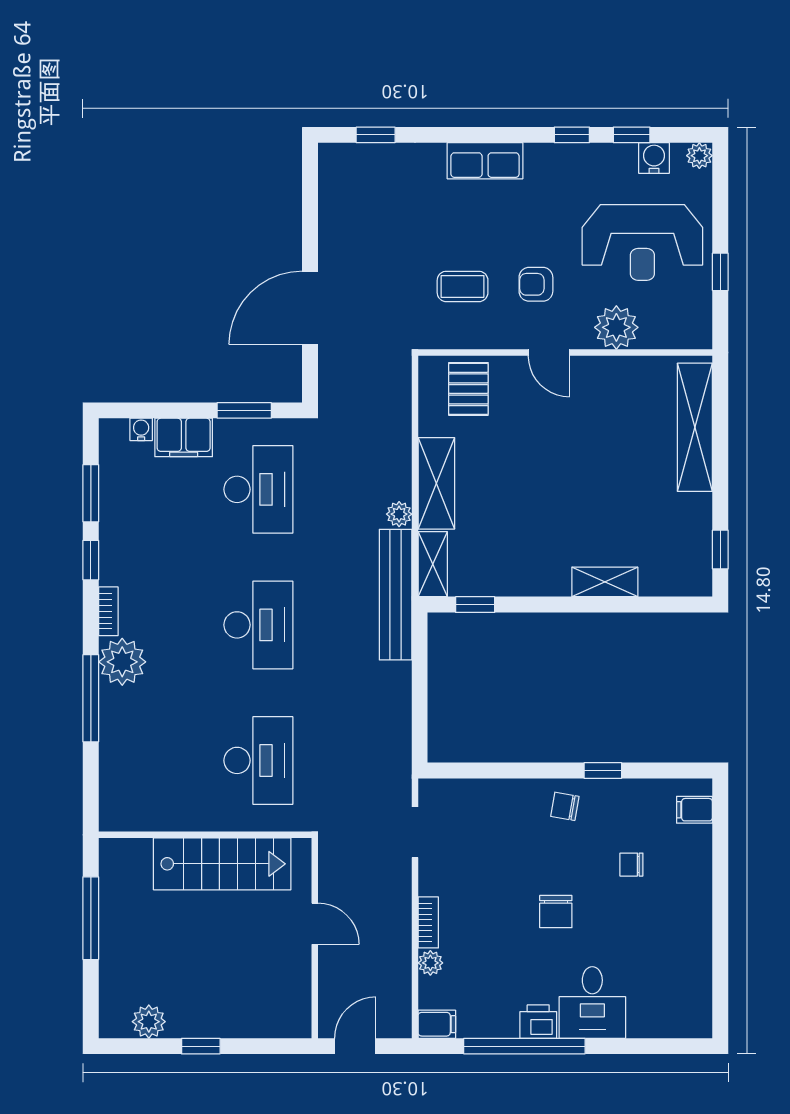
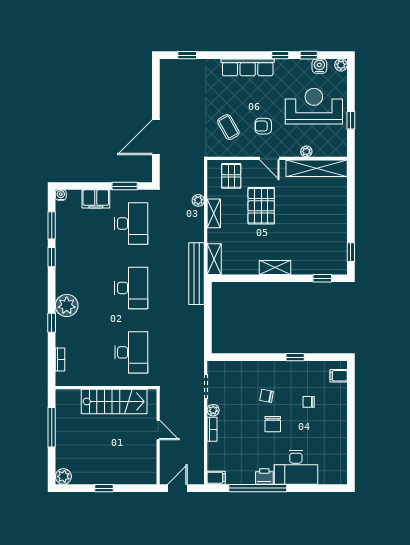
row of seats: (485, 161) -> (248, 67), width x1.48
reception desk: (642, 242) -> (314, 106), turned 180
coffee table: (463, 286) -> (228, 127), turned 61
plant: (616, 327) -> (306, 151), width x0.53, depth x0.53
shelving: (695, 427) -> (317, 168), moved, turned 90
water cooler: (141, 429) -> (61, 195), moved
pallet: (532, 452) -> (261, 206), added
shelving: (436, 483) -> (214, 213), width x0.67, depth x0.75
plant: (399, 514) -> (198, 200), moved
shelving: (605, 582) -> (275, 267), moved
window: (475, 605) -> (322, 278), moved
bookcase: (108, 611) -> (60, 360), moved
window: (91, 698) -> (52, 323), width x0.46
chair: (565, 806) -> (267, 396), moved
plant: (430, 963) -> (213, 410), moved
desk: (592, 1002) -> (296, 467), width x1.37
plant: (149, 1022) -> (63, 476), moved

